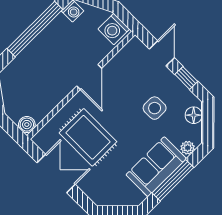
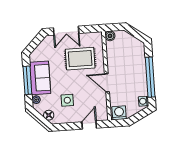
door: (162, 53) -> (89, 125), swing flipped
window: (186, 78) -> (68, 126), removed
double door: (56, 174) -> (66, 31), moved

